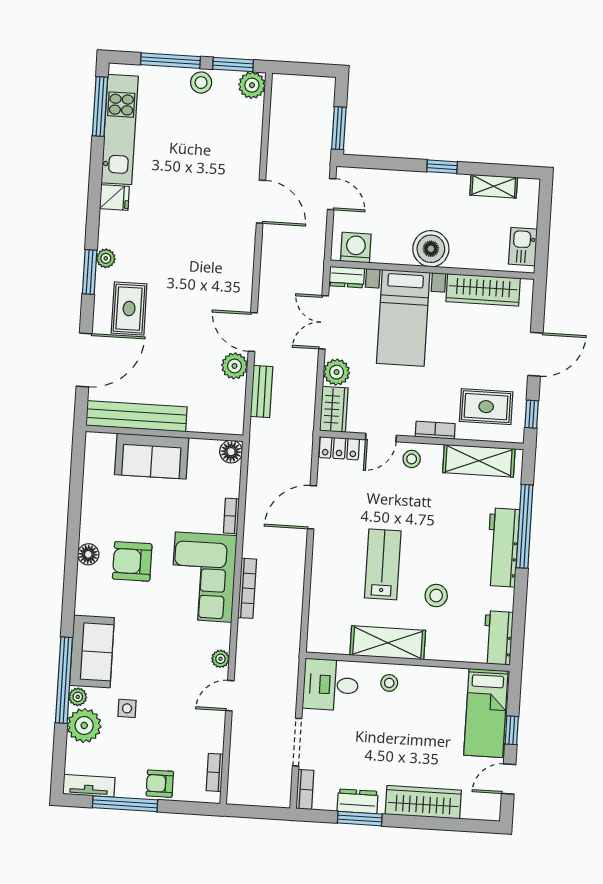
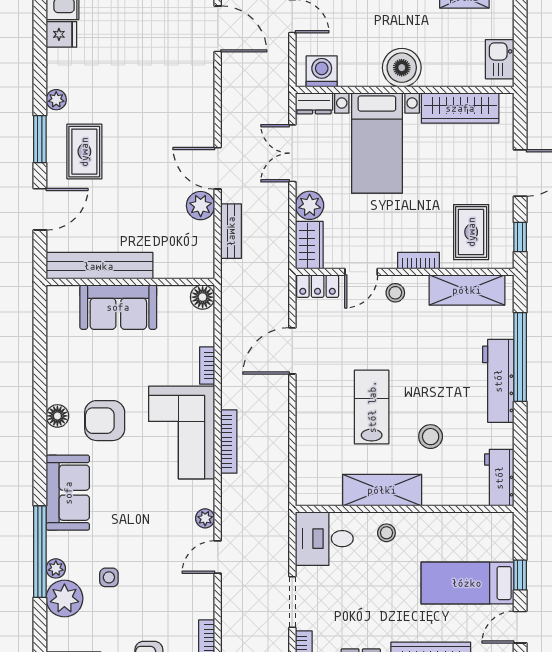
window: (90, 272) -> (40, 139), moved
door: (84, 360) -> (40, 209), width x0.73
rug: (486, 407) -> (471, 232), turned 90
sofa: (92, 652) -> (68, 493), moved
bed: (486, 713) -> (467, 583), moved, turned 90

